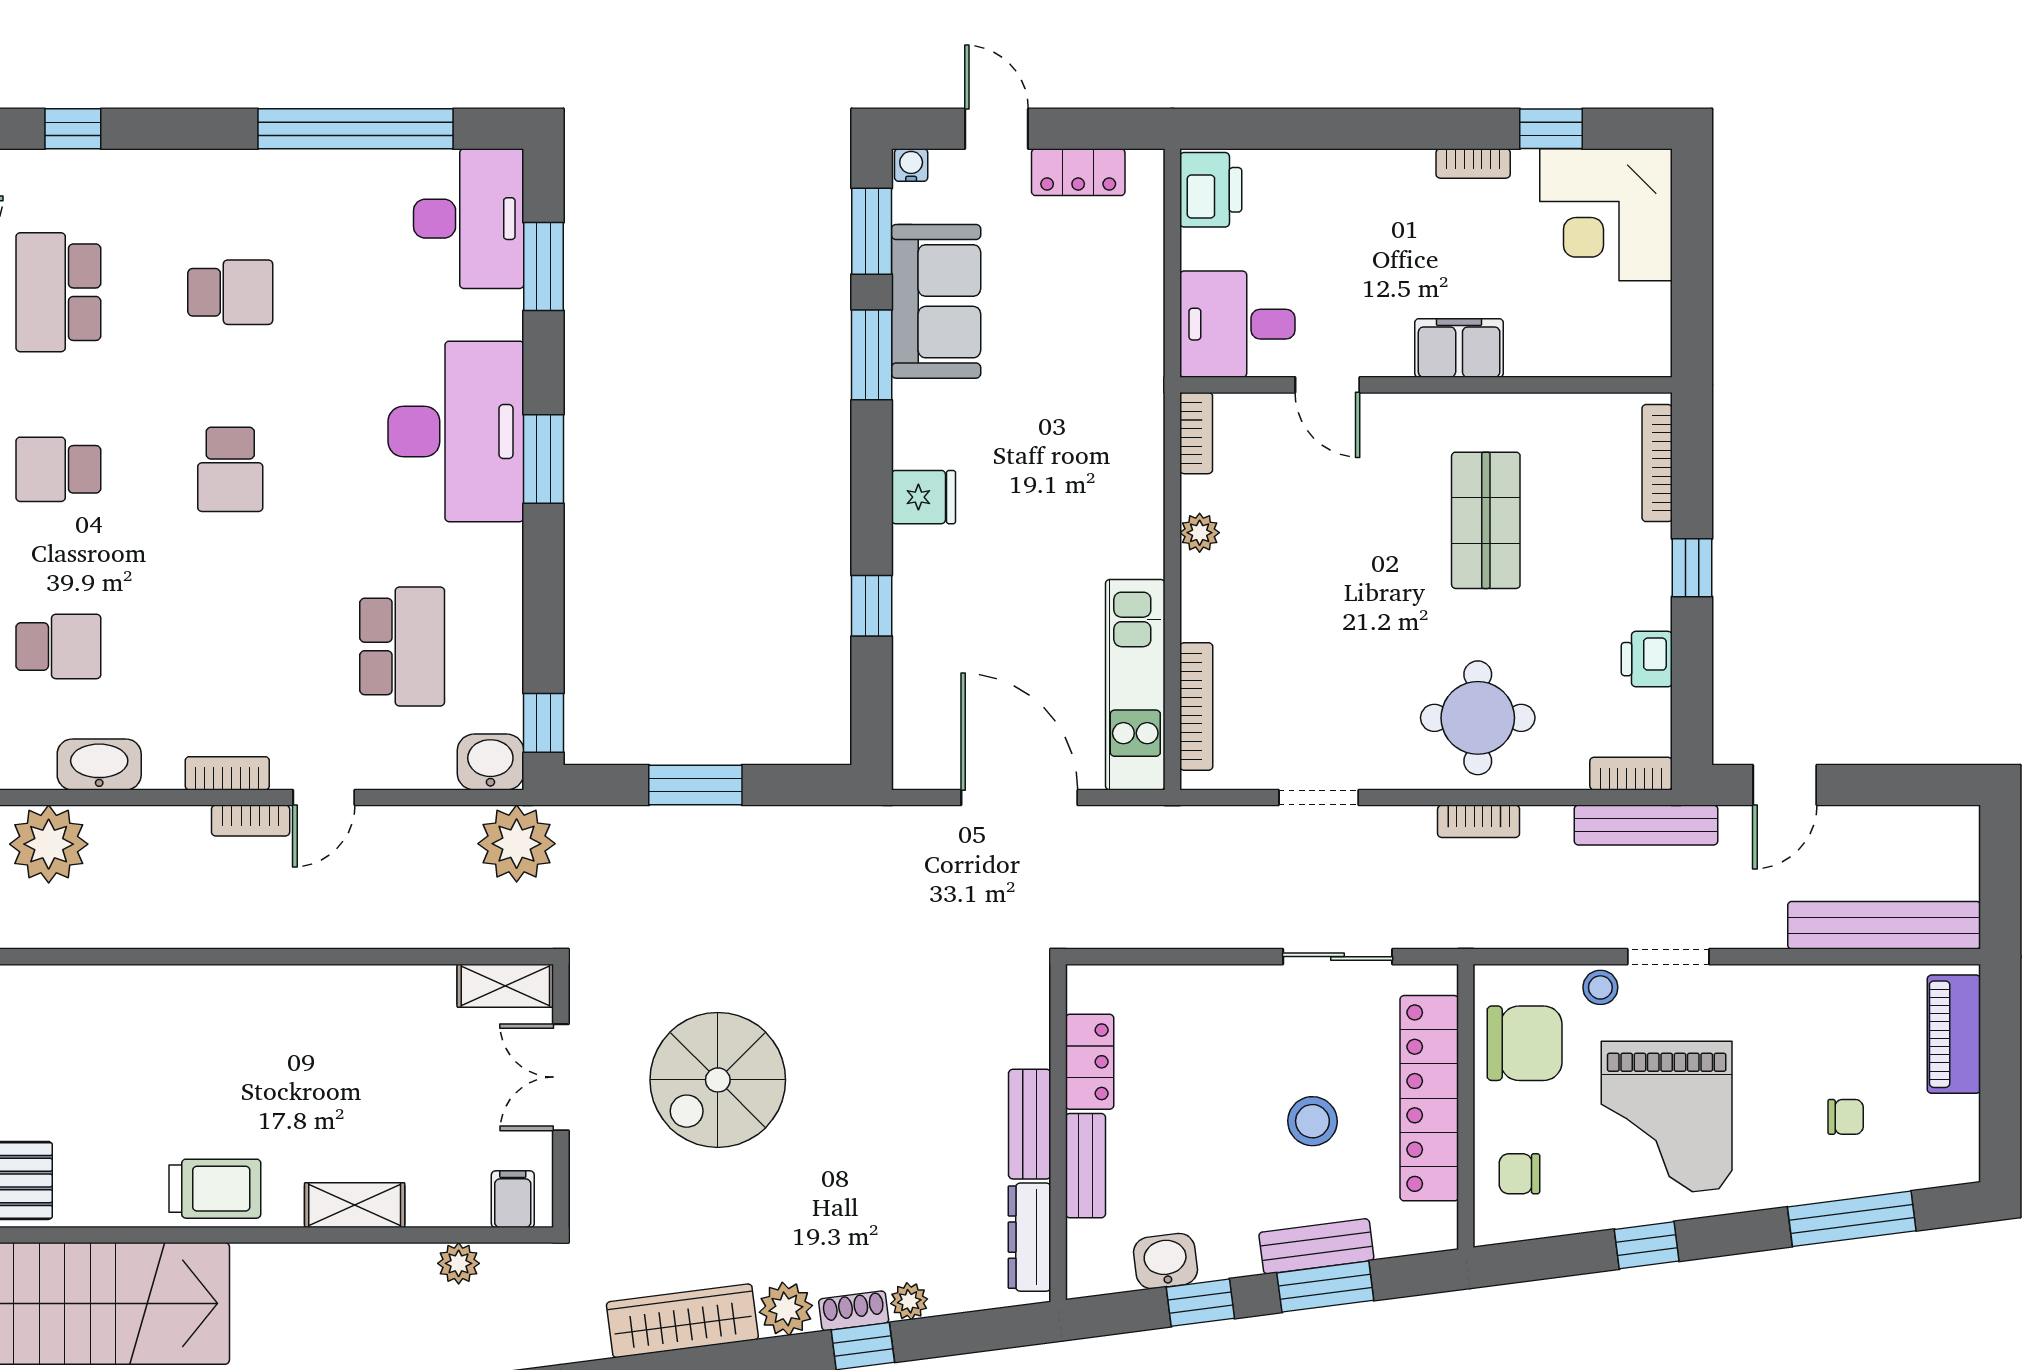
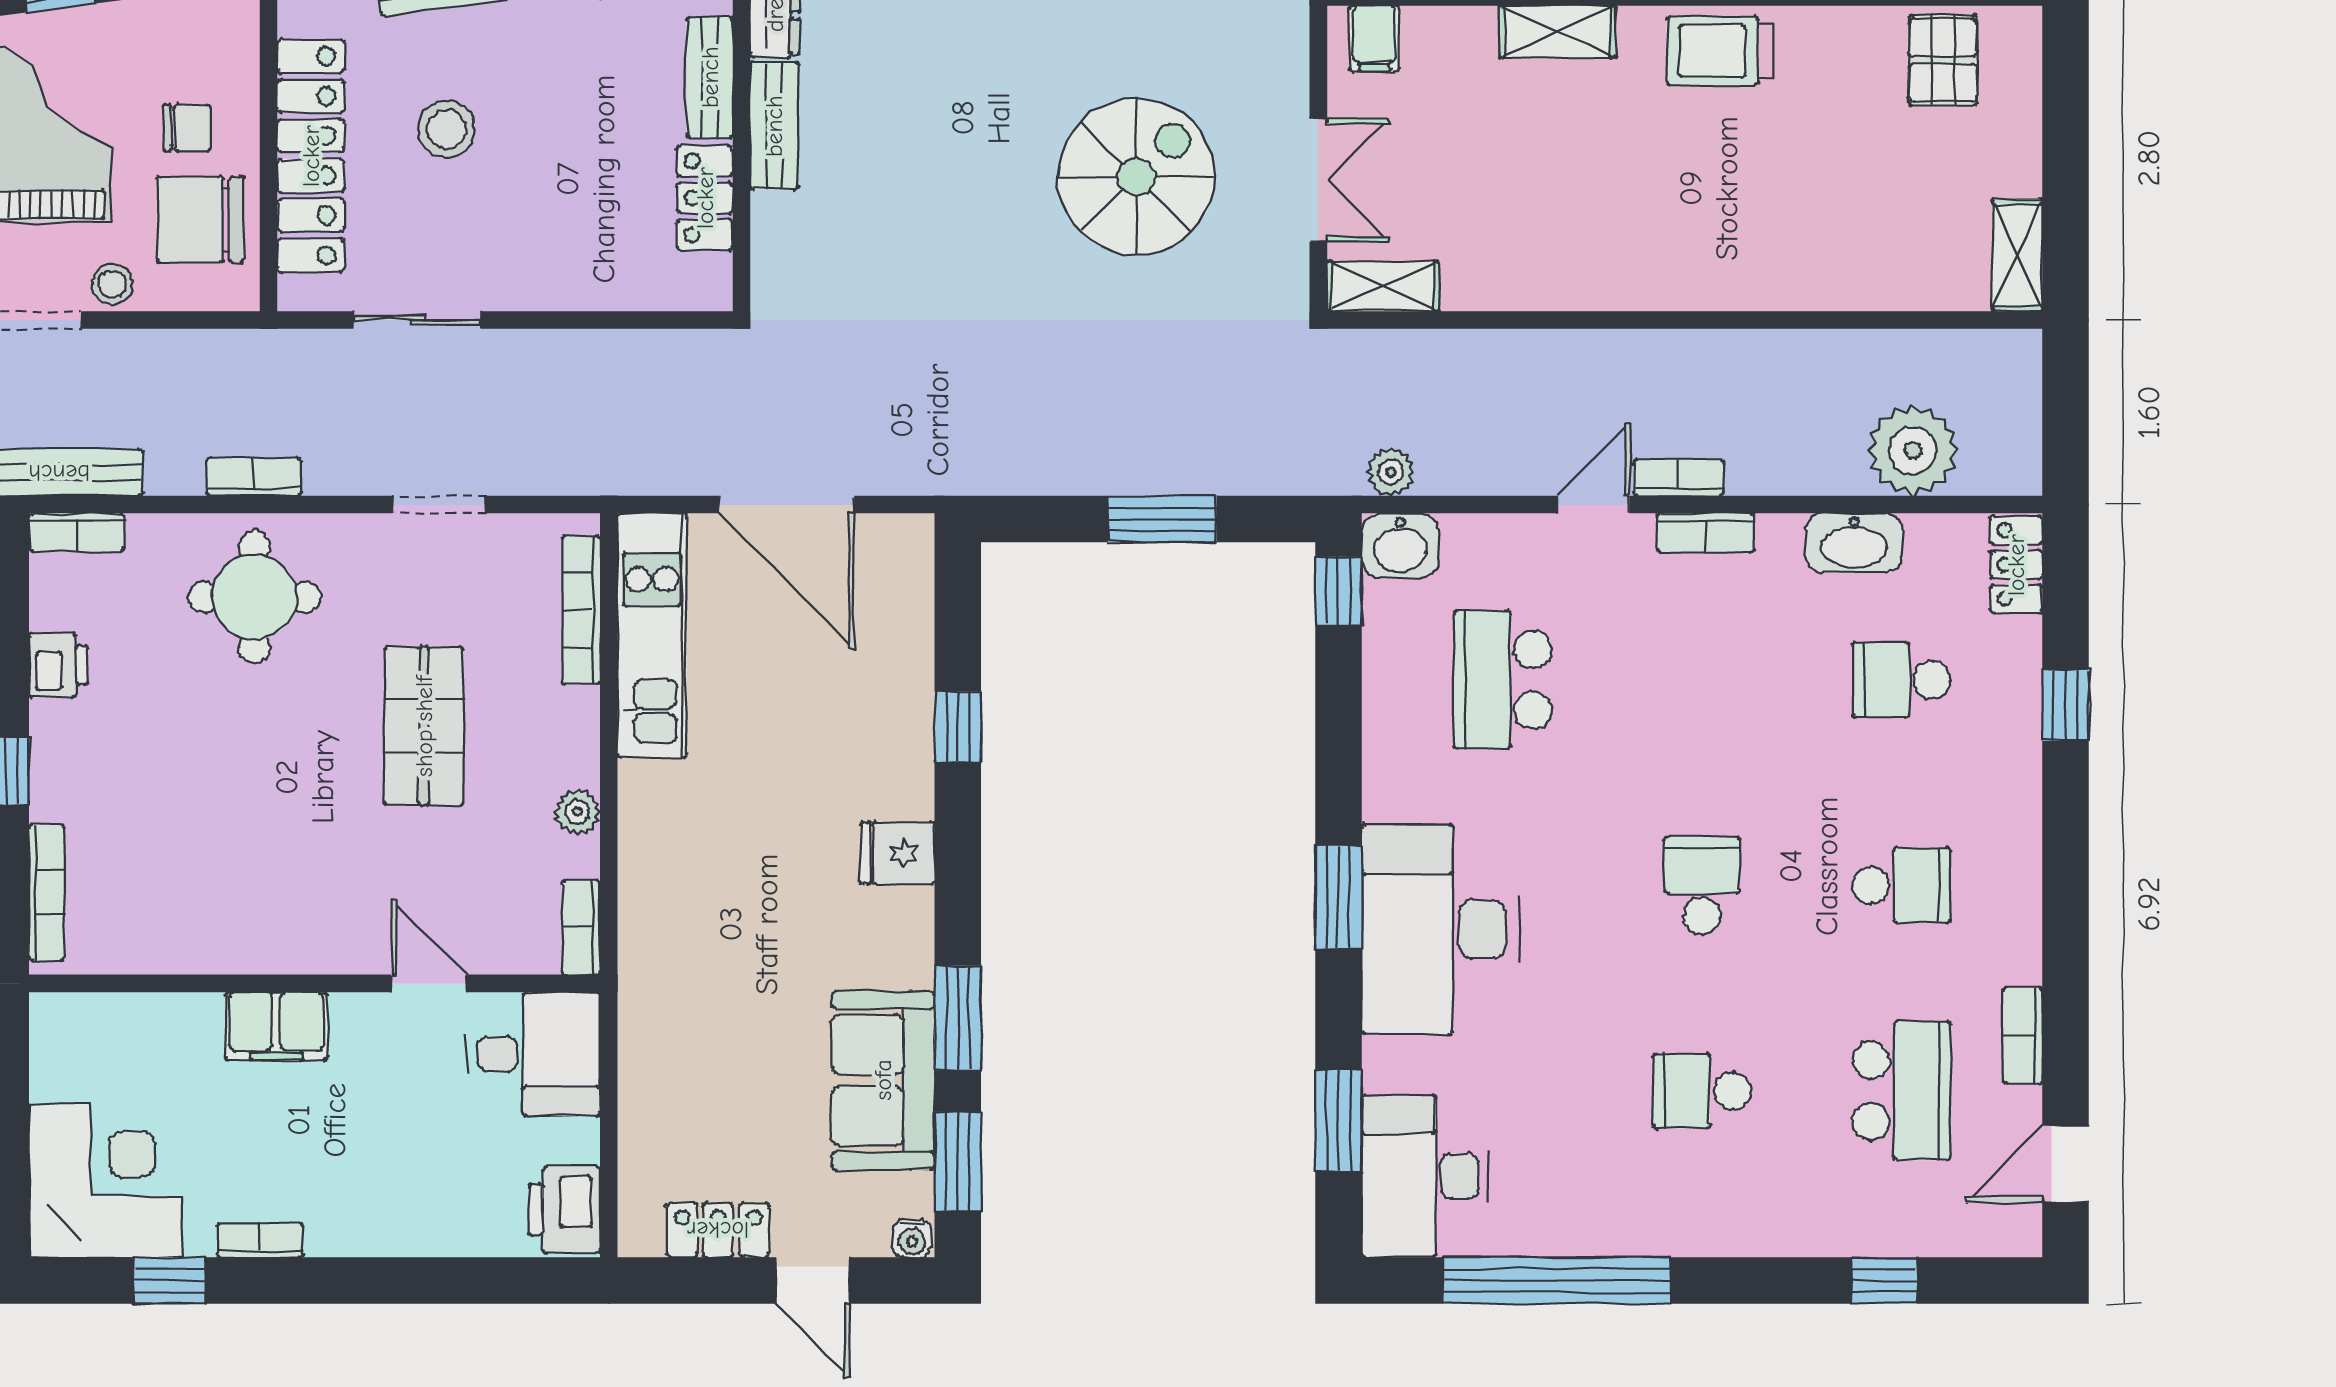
shop shelf: (1486, 520) -> (424, 726), moved
plant: (517, 844) -> (1391, 472), width x0.53, depth x0.53
chair: (1519, 1174) -> (187, 128), moved

